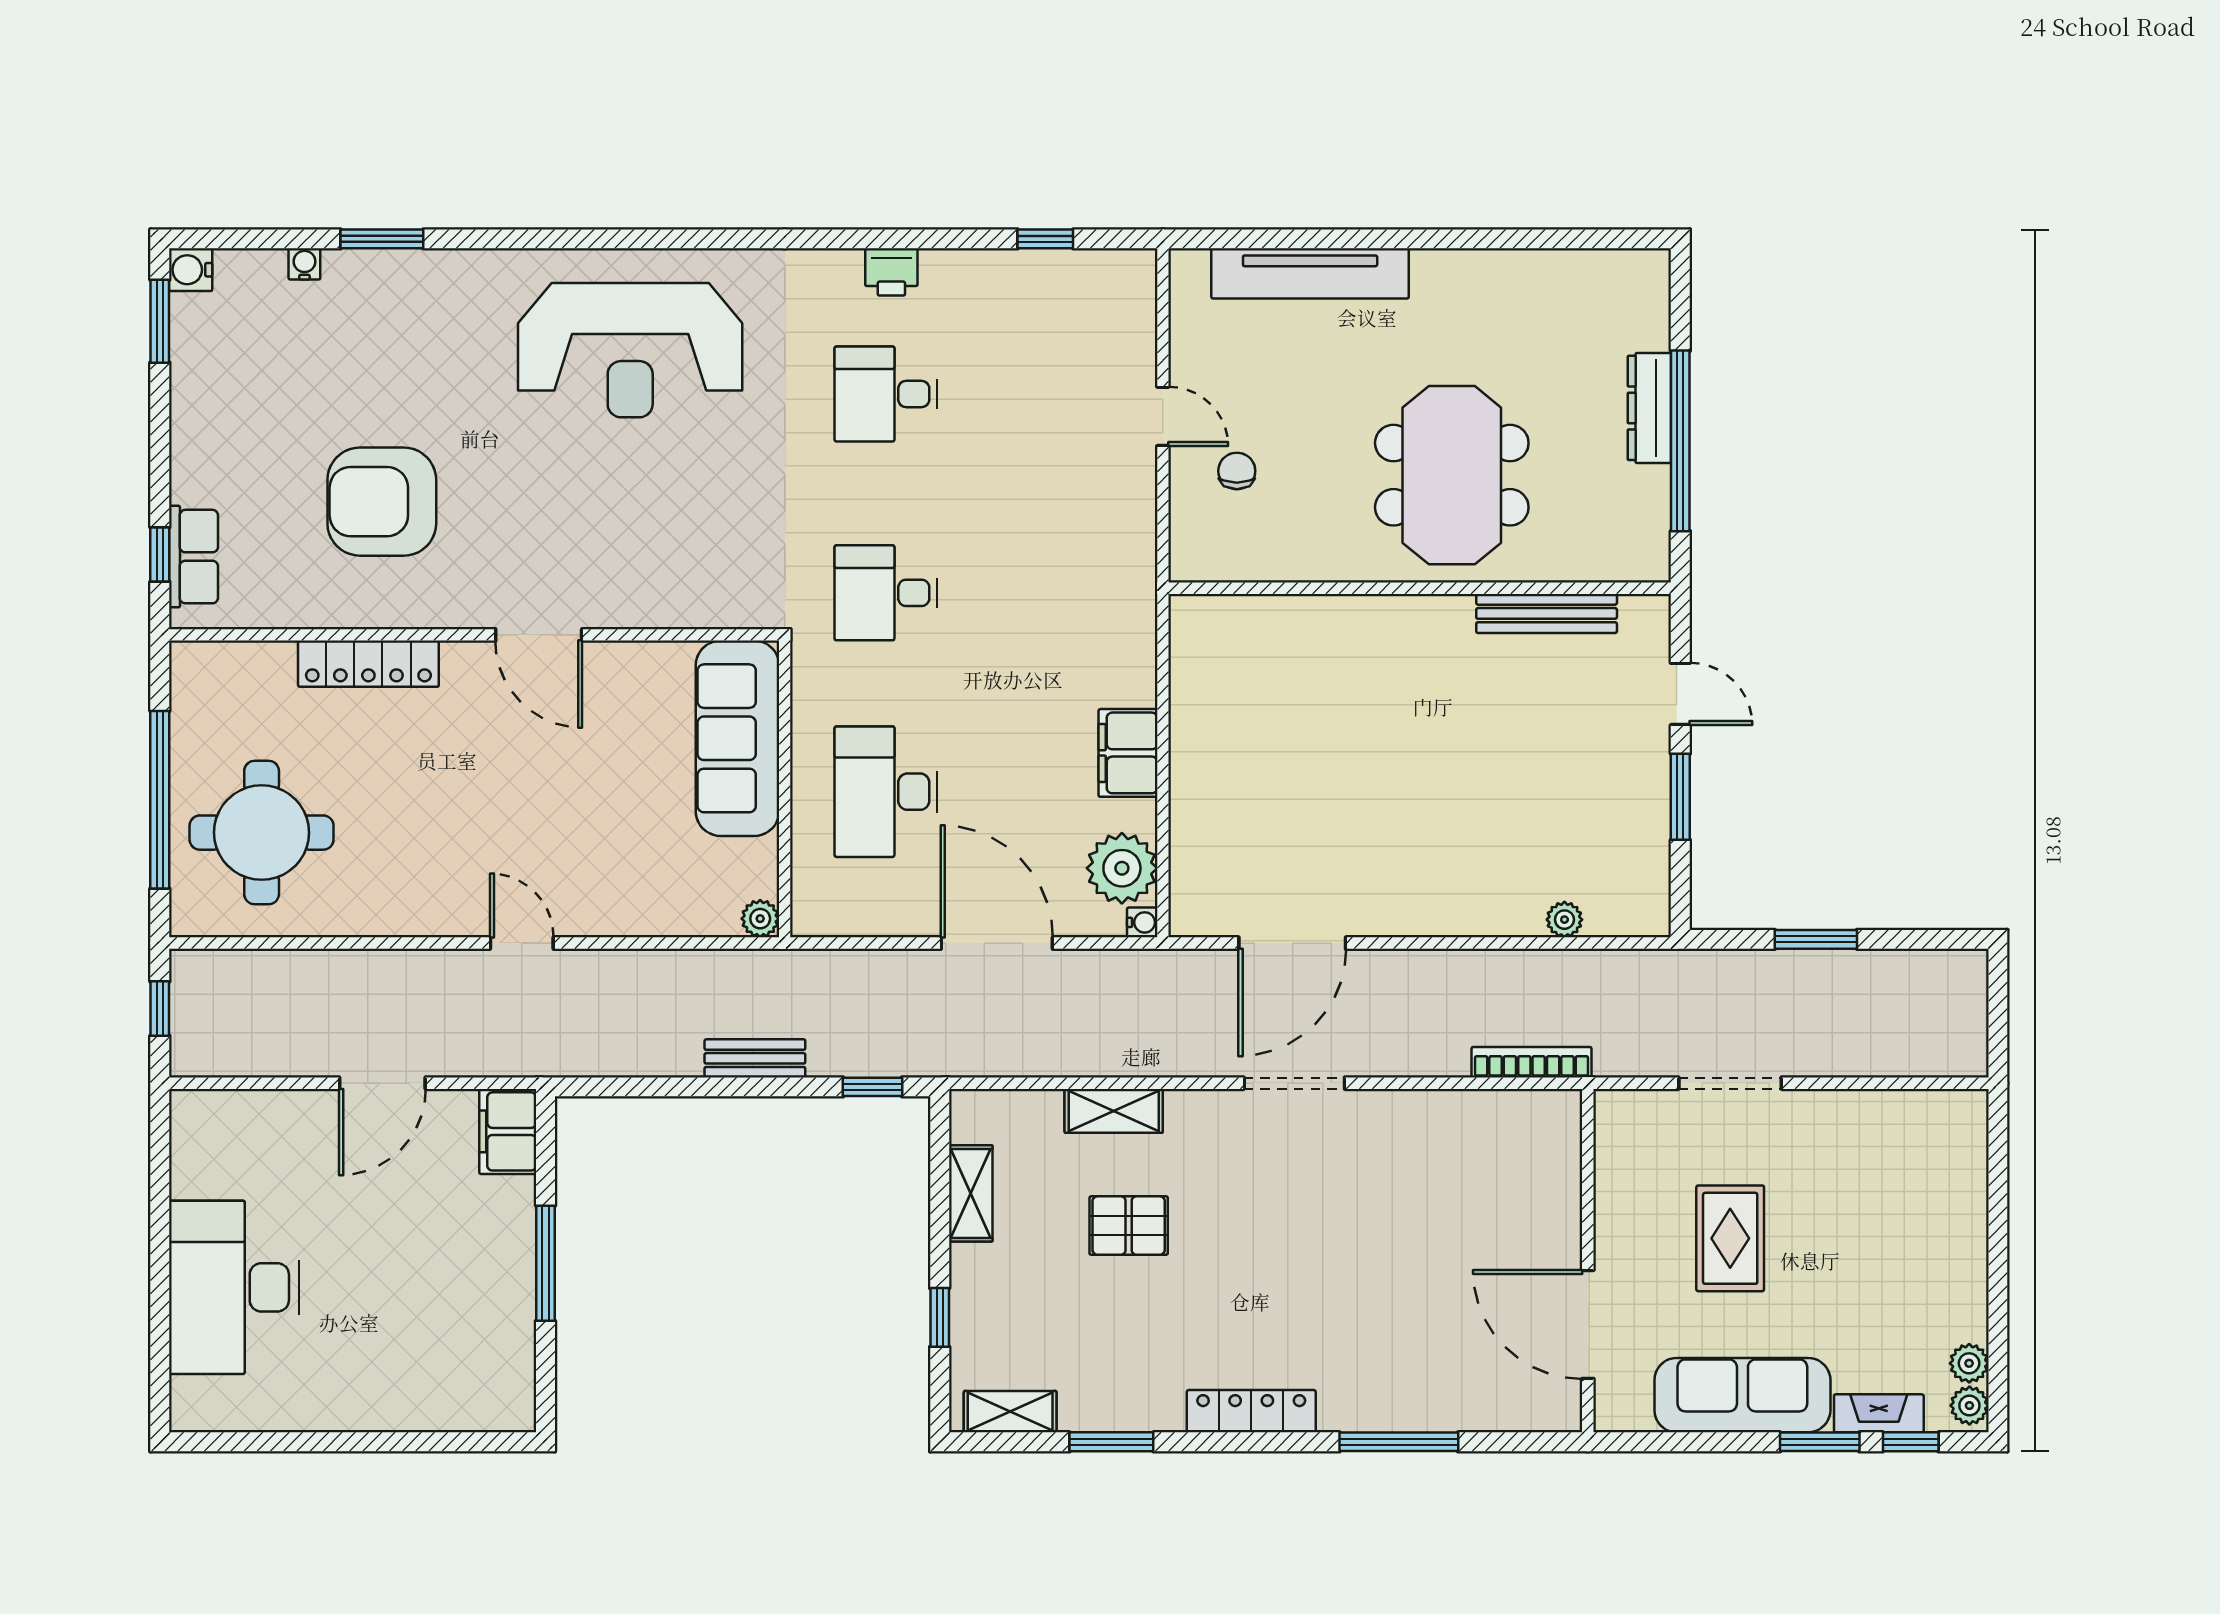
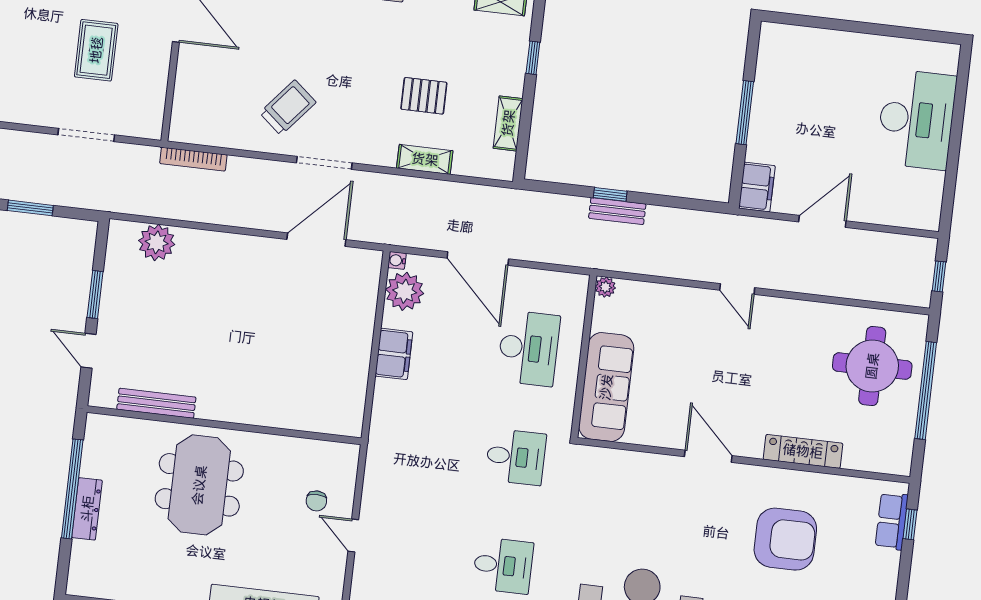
plant: (1564, 920) -> (157, 242), width x1.88, depth x1.88
window: (873, 1087) -> (610, 194), moved
trolley: (1372, 1175) -> (288, 108), added

